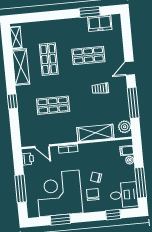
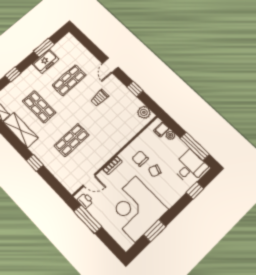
window: (48, 16) -> (13, 74), added
freezer: (100, 23) -> (45, 61), moved
window: (133, 103) -> (135, 89), width x0.46
shelving: (95, 133) -> (124, 135), removed
window: (21, 189) -> (88, 219), moved
chair: (93, 195) -> (140, 159), moved

